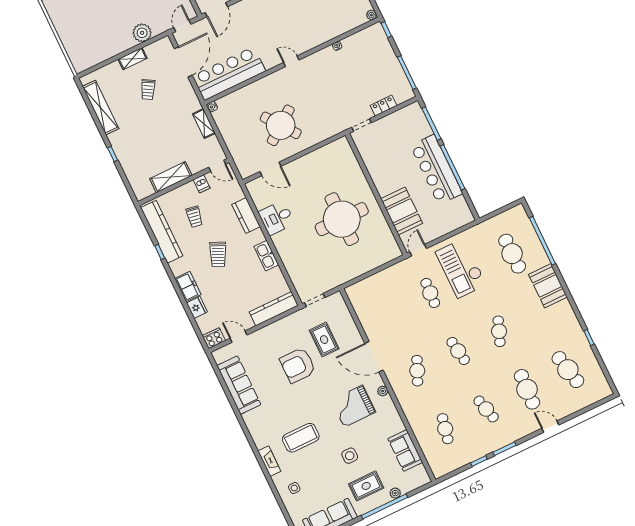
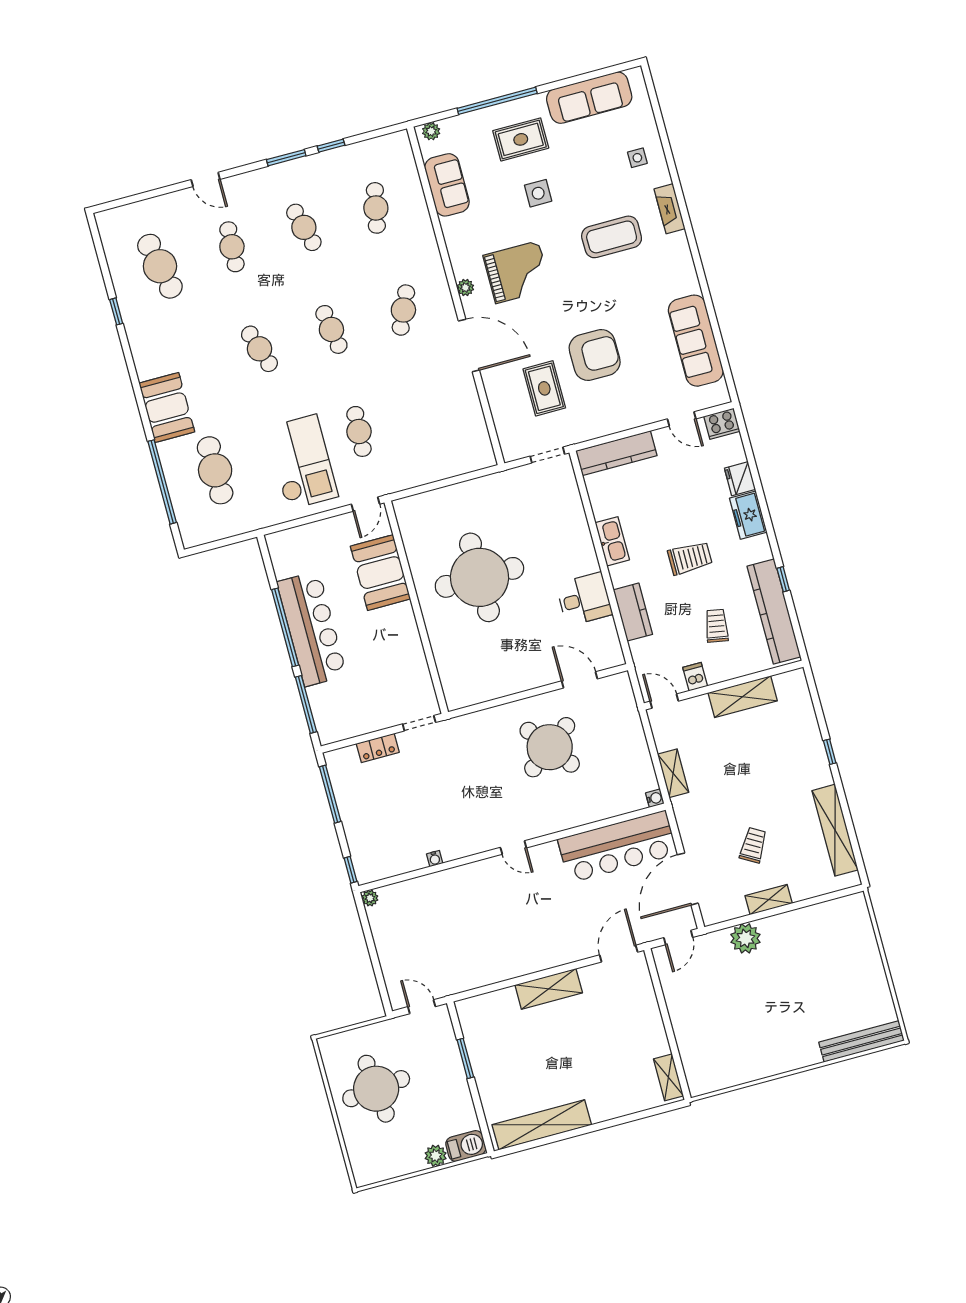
trolley: (218, 254) -> (690, 558), turned 66
cafe table: (499, 331) -> (259, 349), turned -39
cafe table: (527, 389) -> (232, 247), width x0.73, depth x0.74
plant: (395, 493) -> (431, 131), moved

